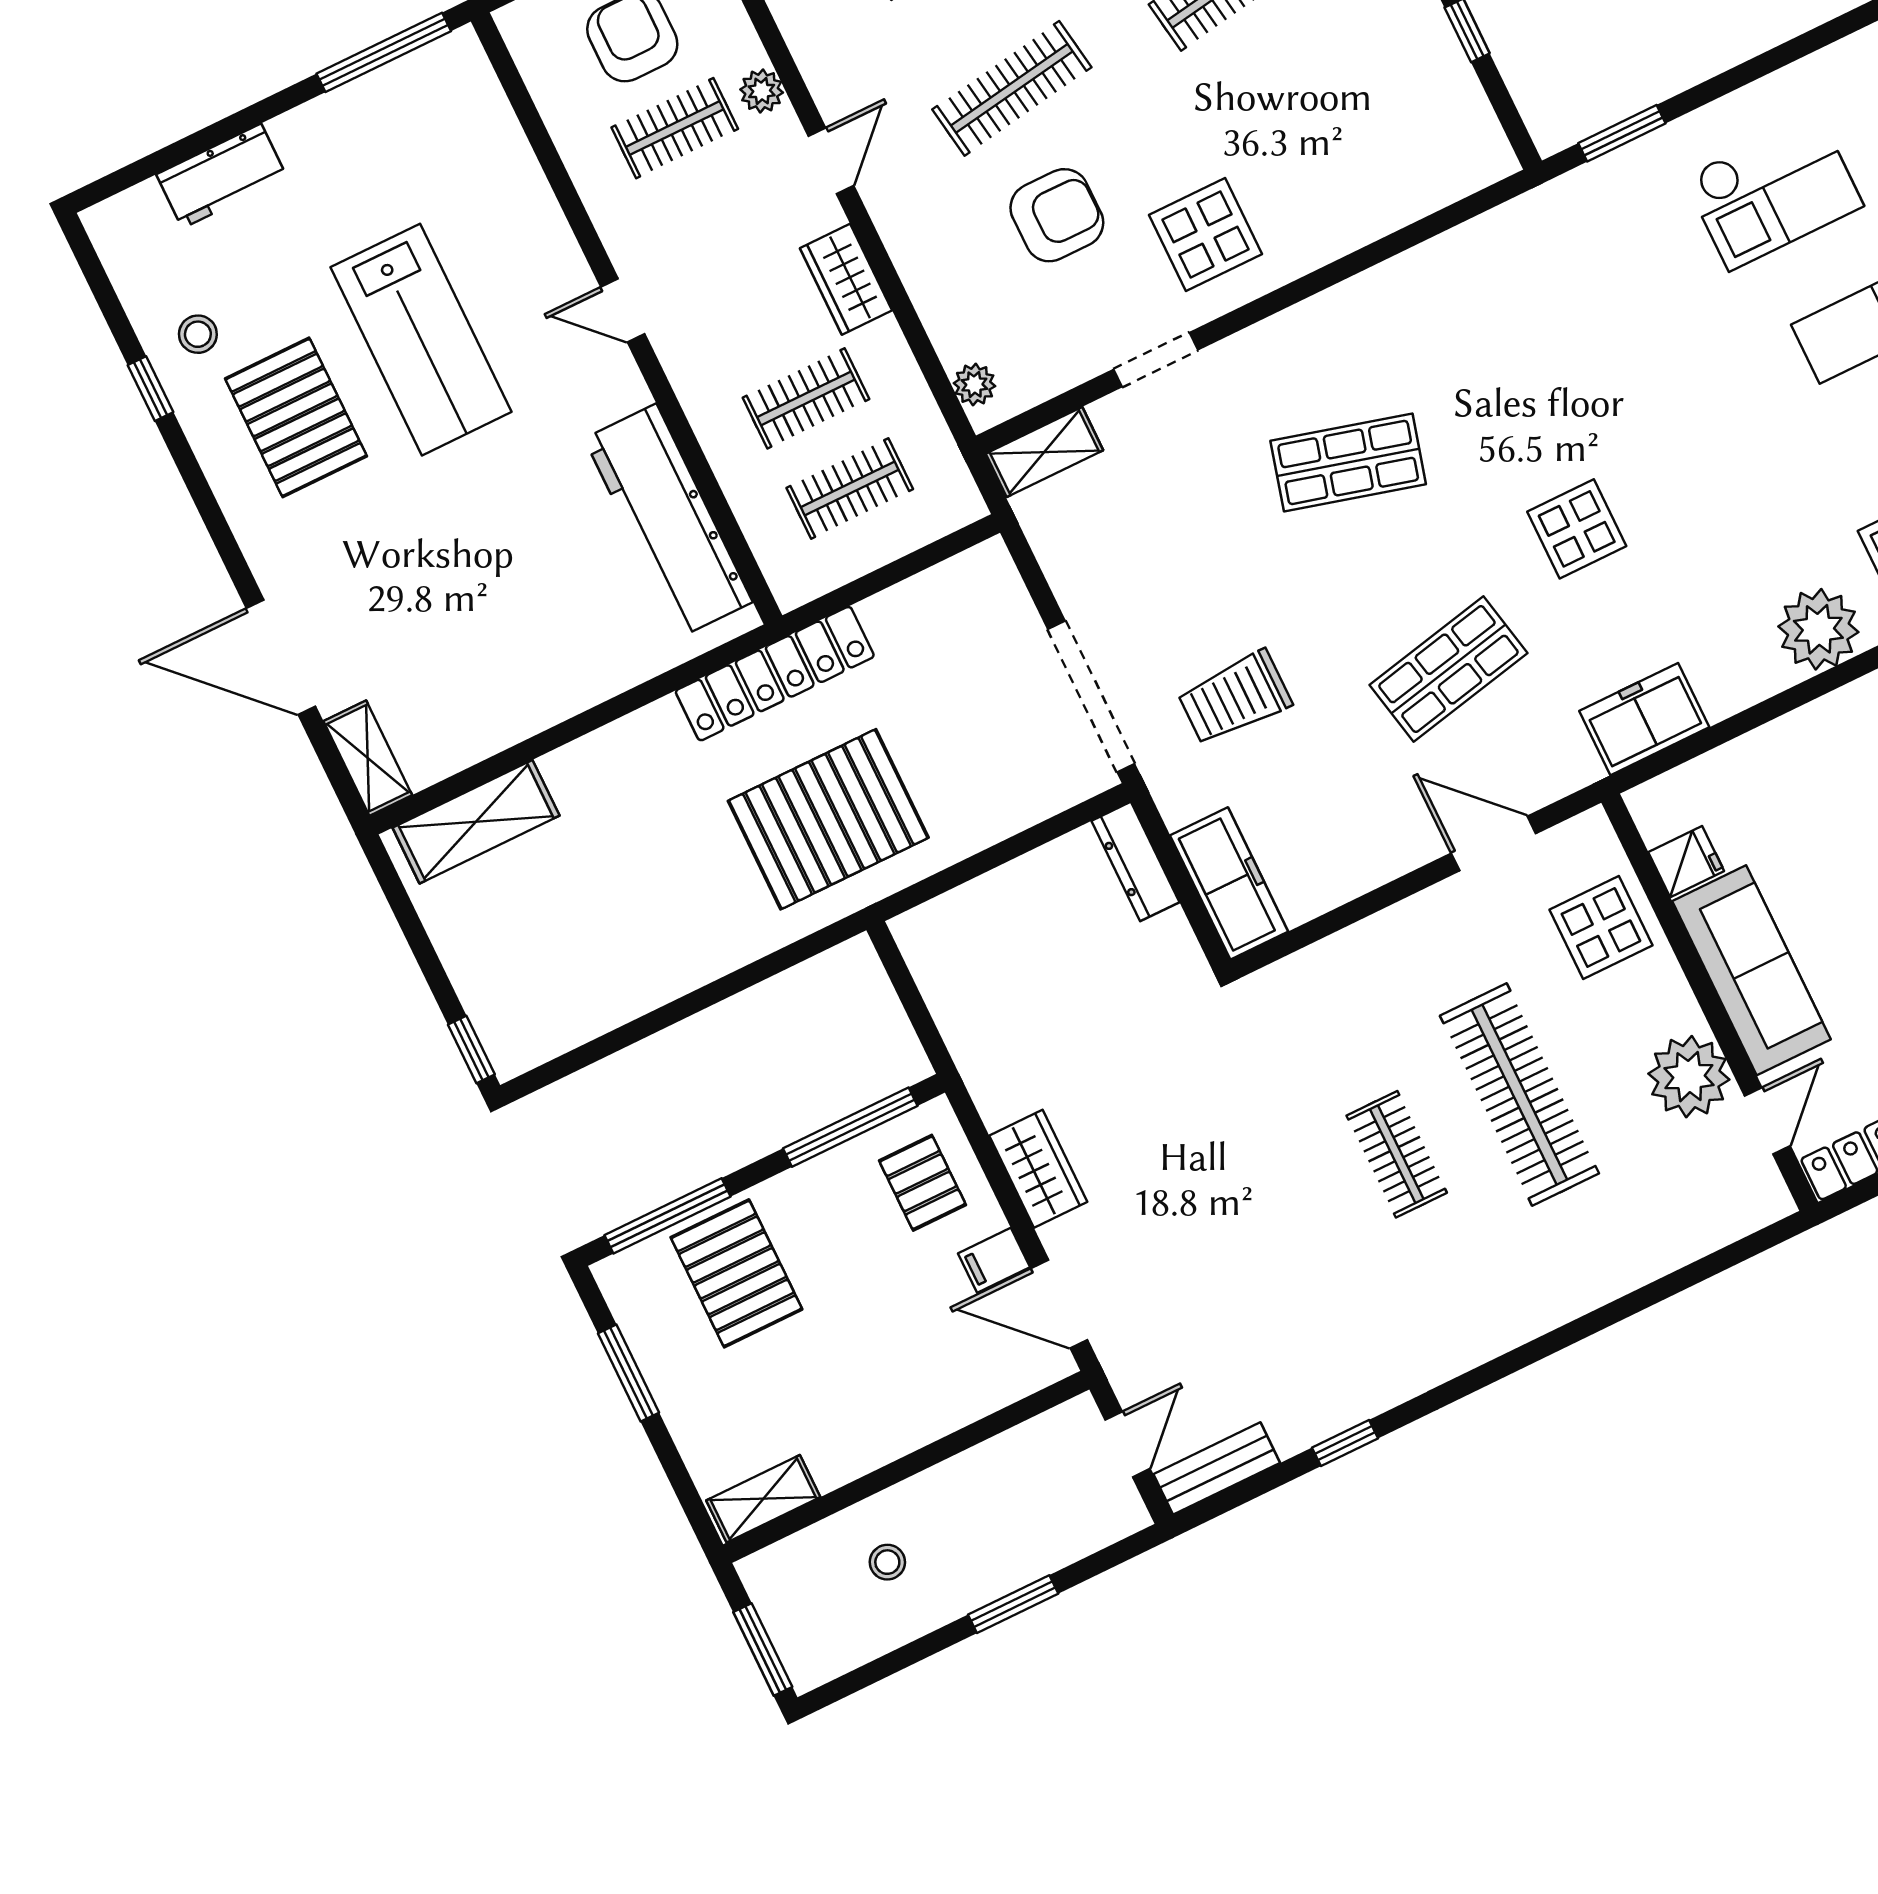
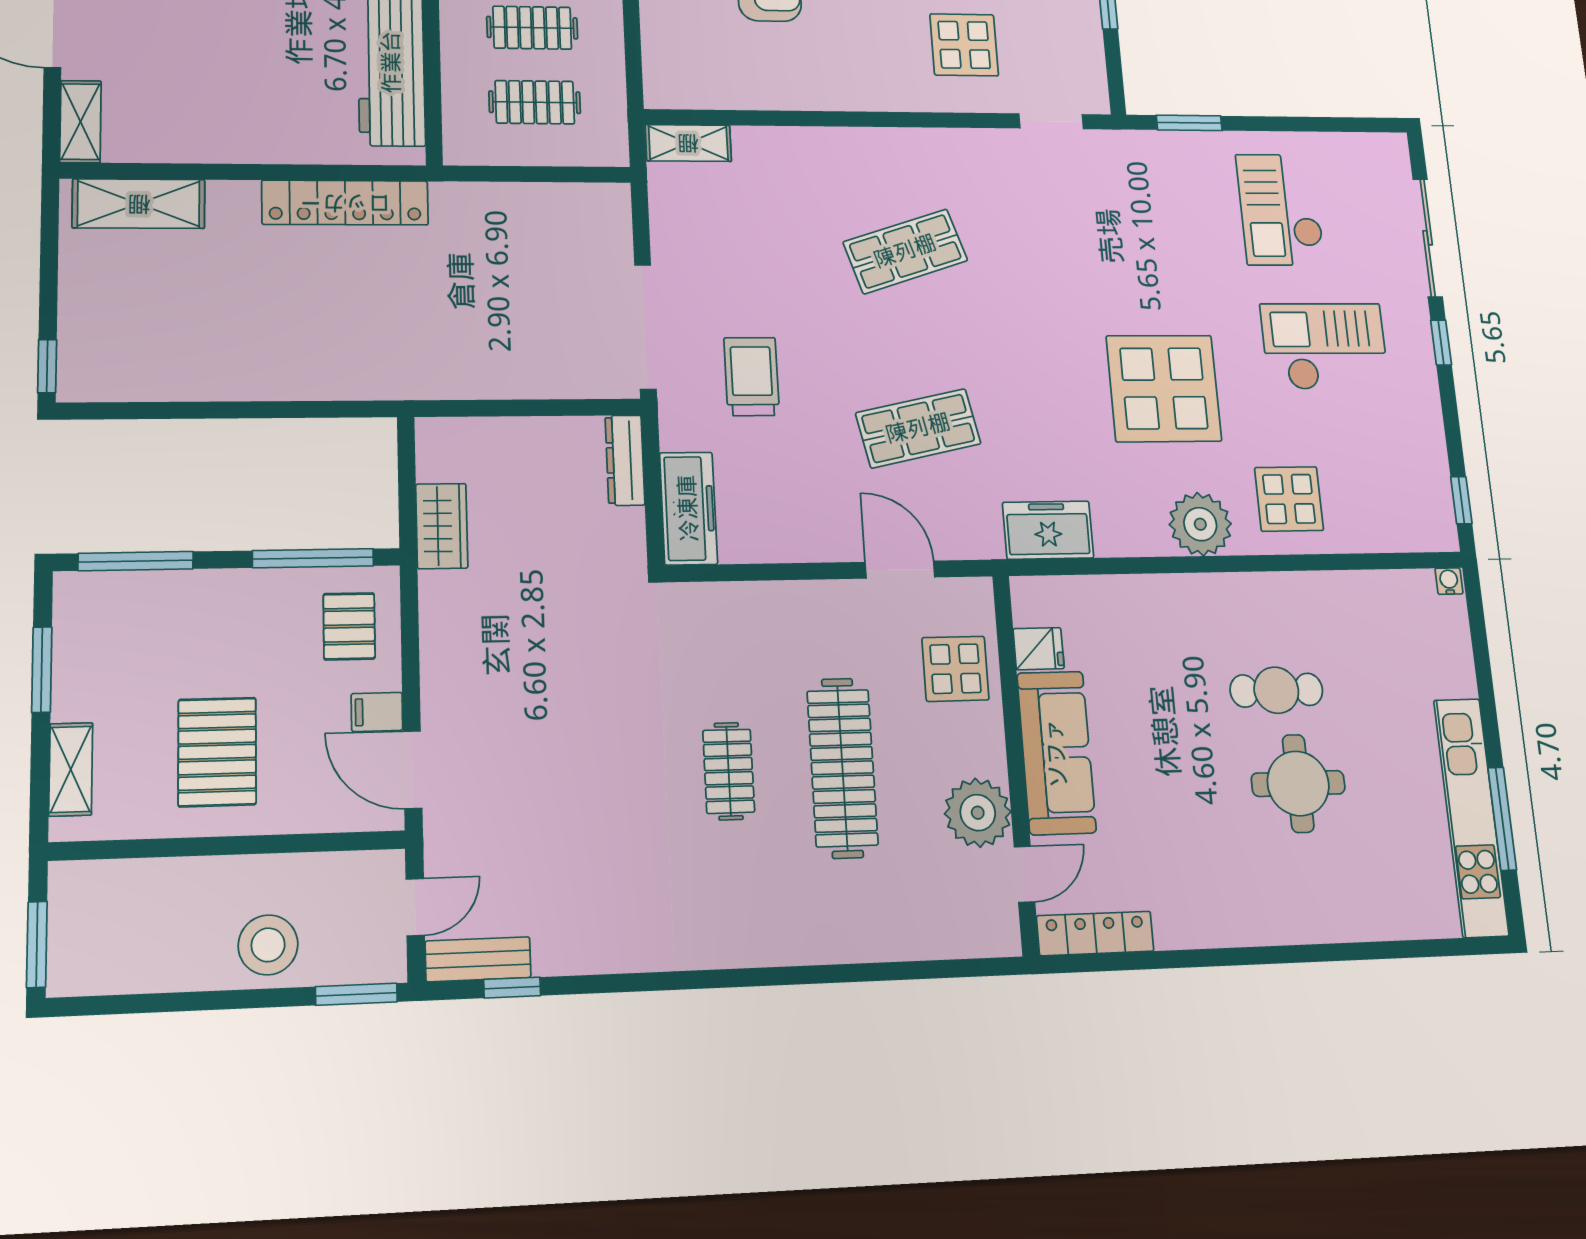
checkout: (1773, 191) -> (1280, 210), turned 90
display table: (1206, 234) -> (964, 45), moved
doorway: (1156, 360) -> (1051, 121), moved
plant: (974, 385) -> (659, 75), removed
shop shelf: (1348, 462) -> (905, 251), turned -33
display table: (1577, 529) -> (1164, 388), moved, width x1.86, depth x1.86
locker: (775, 674) -> (345, 203), moved
trolley: (1235, 698) -> (752, 377), turned 90
pallet: (828, 819) -> (407, 324), removed
wardrobe: (1038, 1169) -> (442, 526), moved
pallet: (736, 1273) -> (217, 752), moved
window: (1345, 1443) -> (512, 988), moved
shelving: (763, 1499) -> (71, 769), moved, turned 90
stool: (887, 1562) -> (268, 945), moved, width x1.89, depth x1.89
window: (1013, 1604) -> (356, 994), moved

